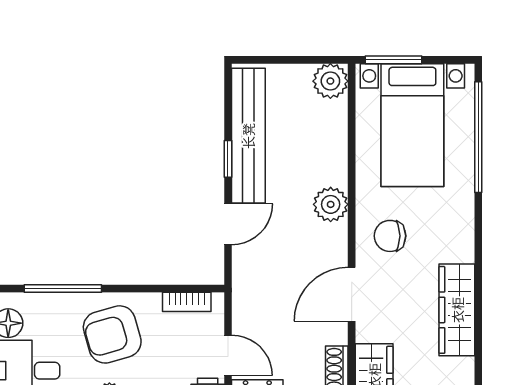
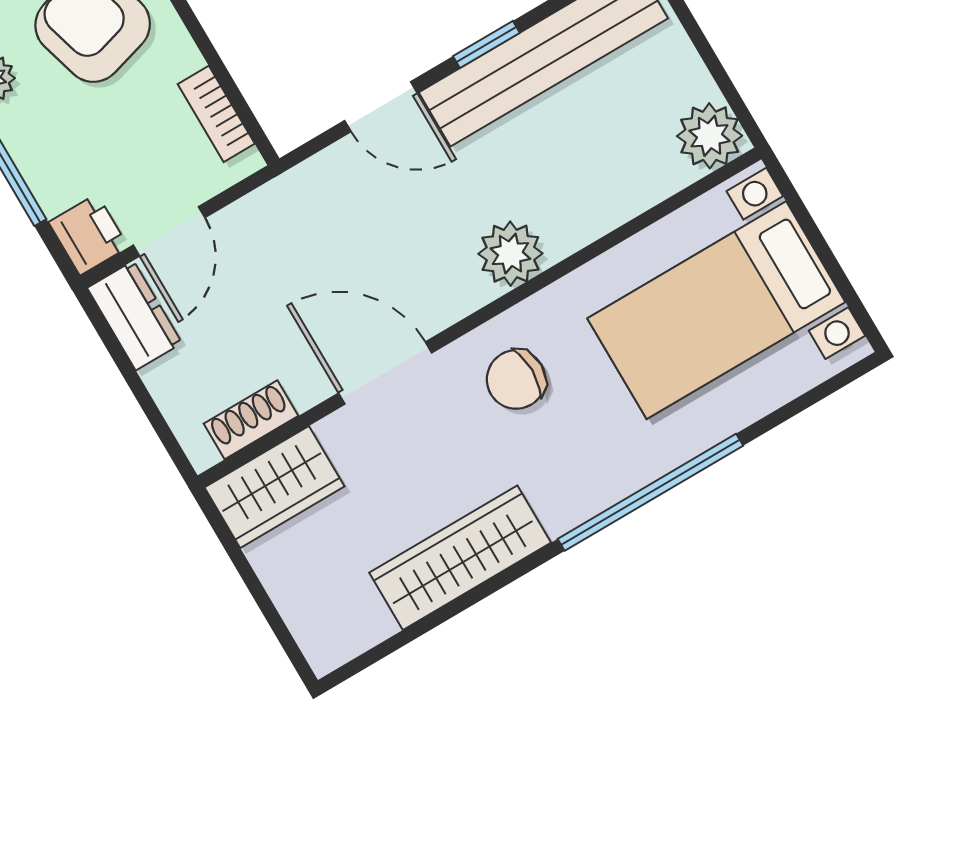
window: (394, 60) -> (804, 218), removed
window: (478, 137) -> (650, 492), moved
chair: (390, 236) -> (516, 379), turned -90

